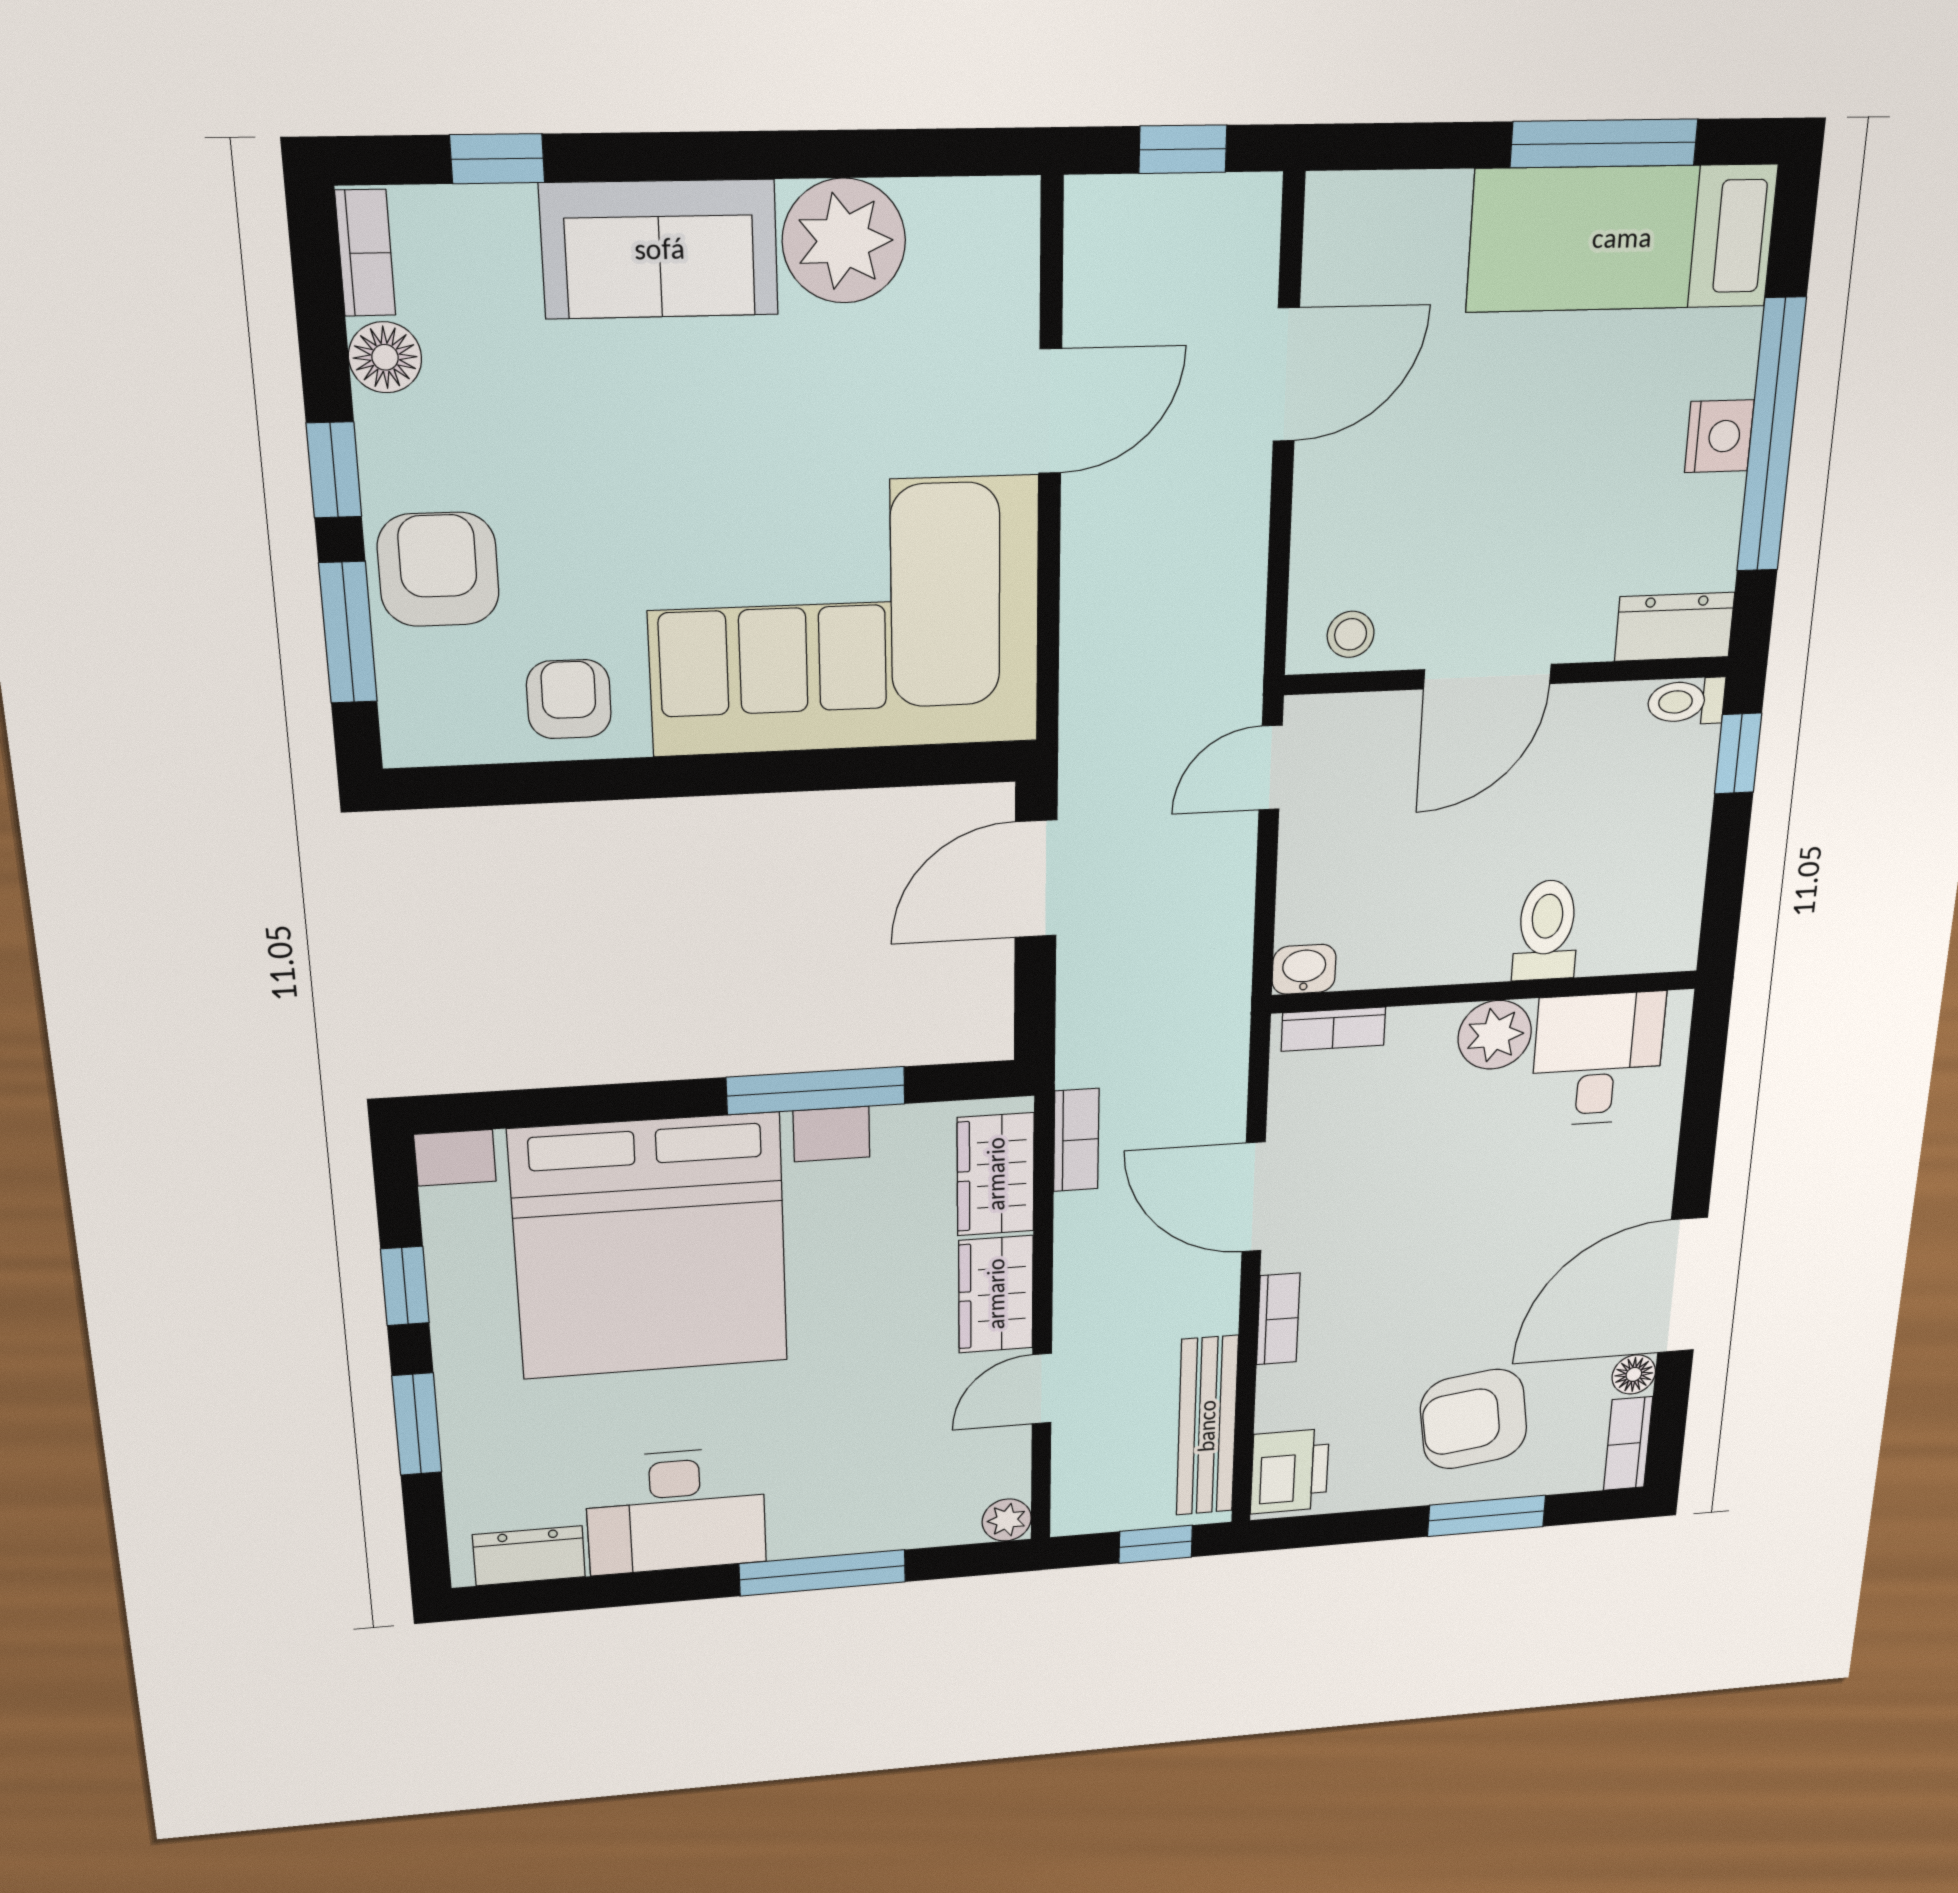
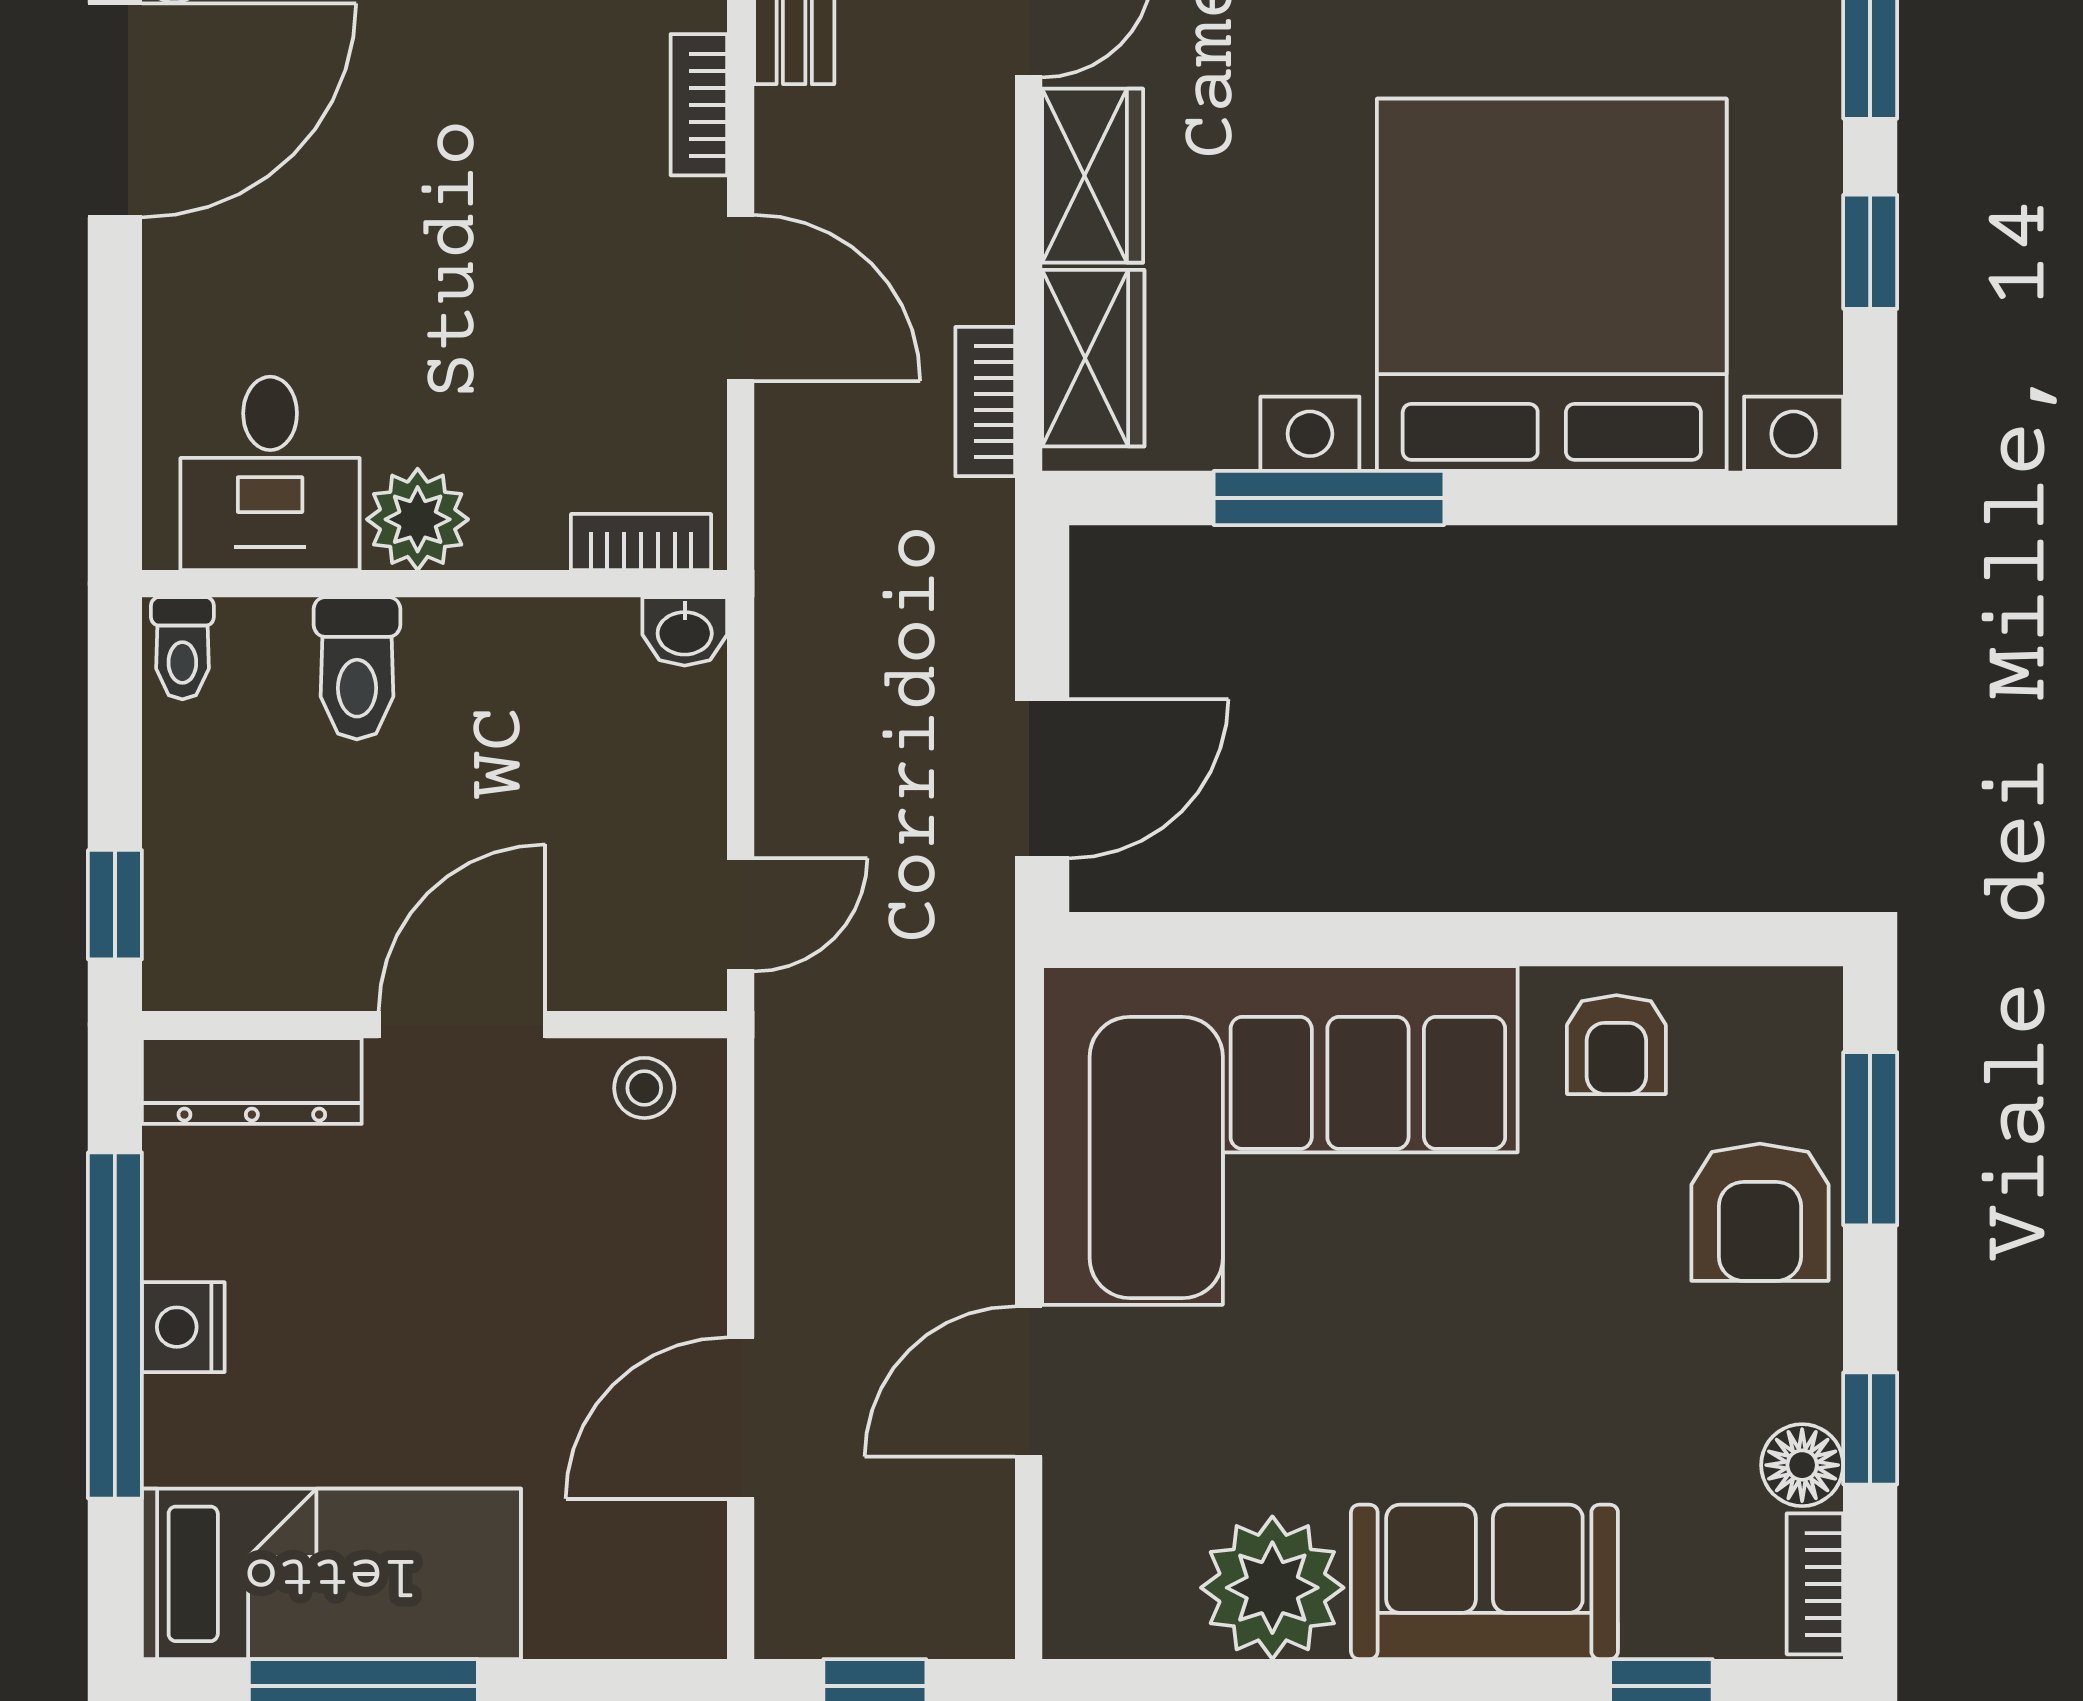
window: (334, 470) -> (1870, 1428), moved
dresser: (1675, 627) -> (252, 1081), width x1.44
toilet: (1686, 701) -> (182, 648), moved, turned 90

